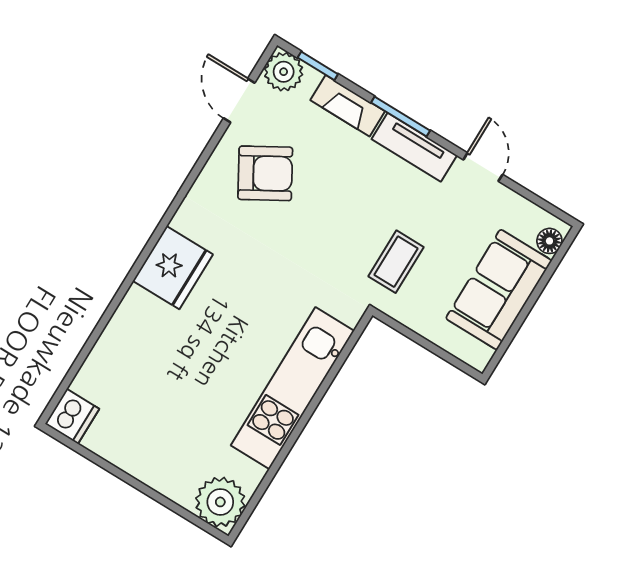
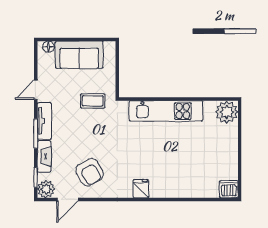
armchair: (265, 173) -> (90, 172), turned 180
fridge: (173, 268) -> (141, 189), width x0.53, depth x0.75

